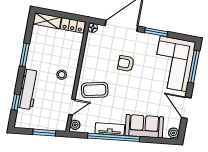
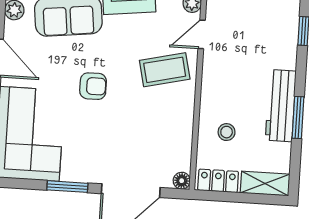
armchair: (126, 63) -> (93, 86), moved
stool: (62, 75) -> (227, 132), moved
workbench: (28, 89) -> (281, 106), moved

